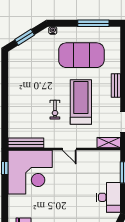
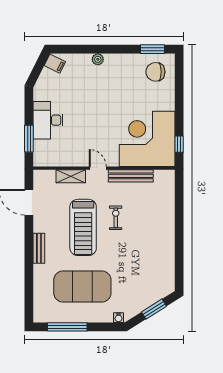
bench: (26, 143) -> (131, 176), moved
shelving: (109, 143) -> (71, 176), moved
desk: (109, 197) -> (48, 120), moved

